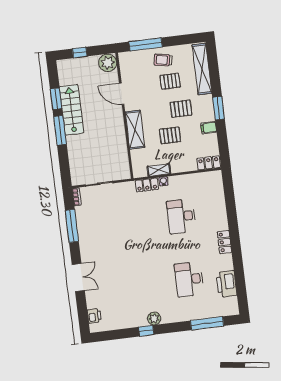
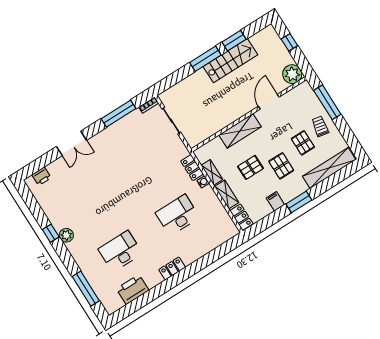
pallet: (170, 135) -> (250, 167), turned 90
shelving: (183, 166) -> (227, 194), added

